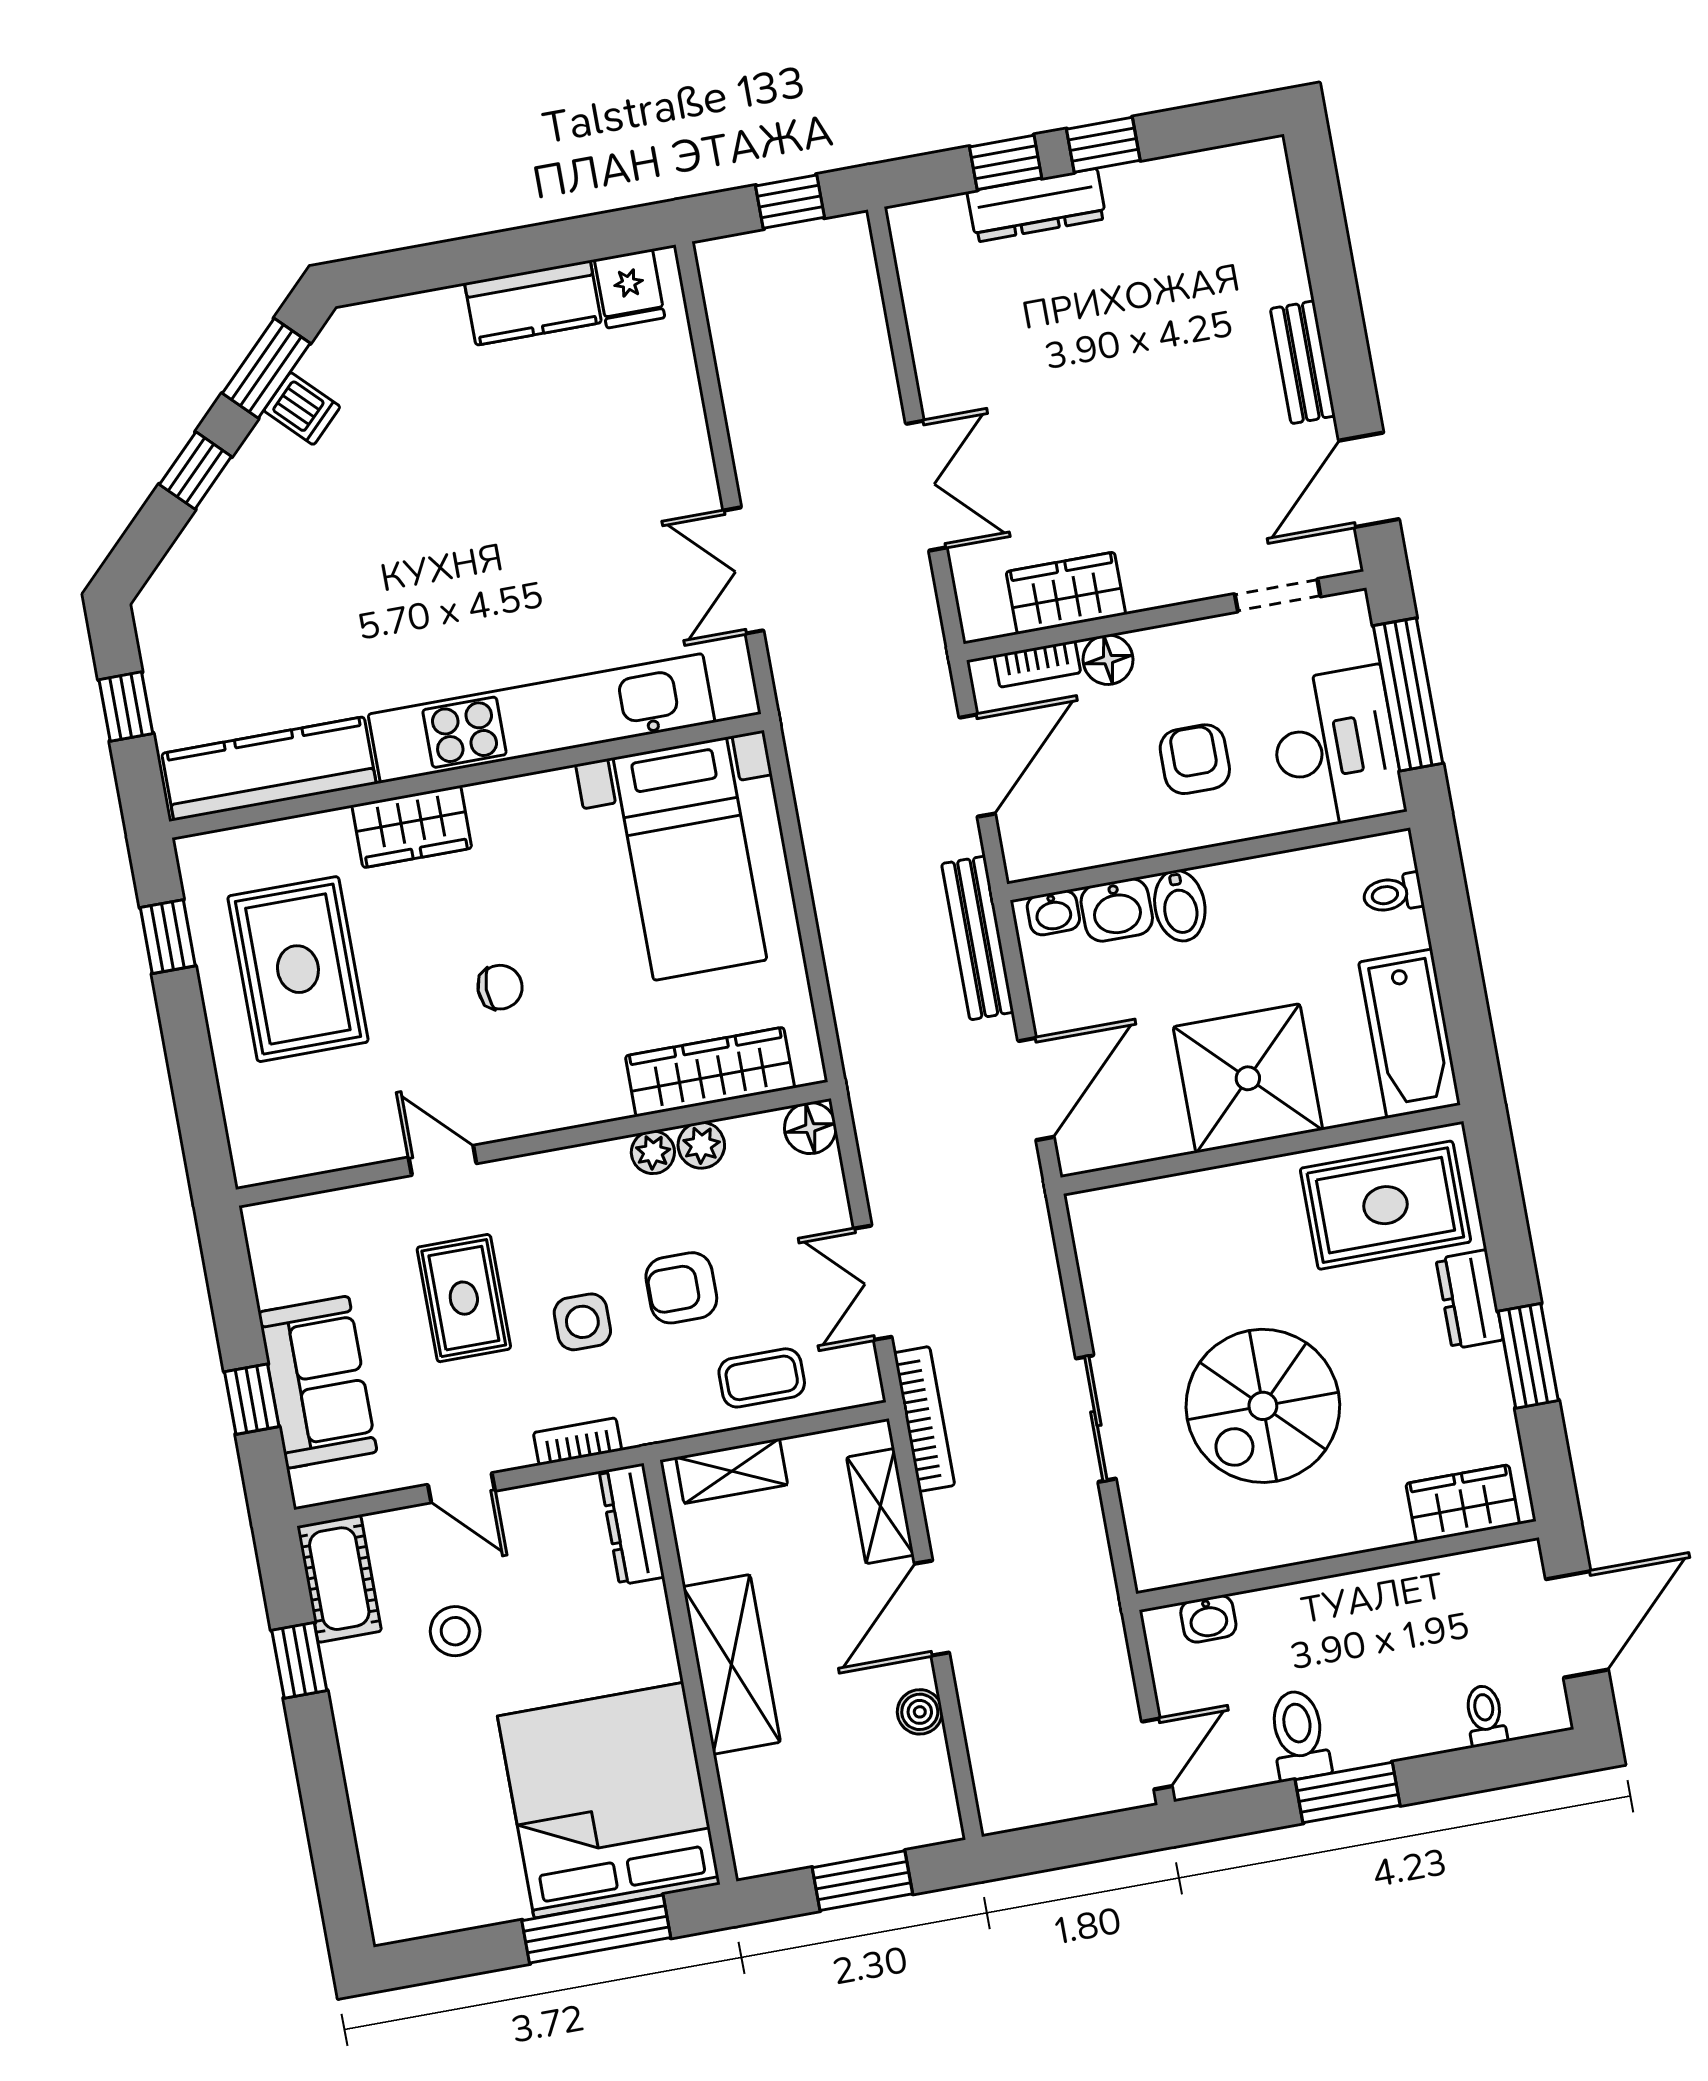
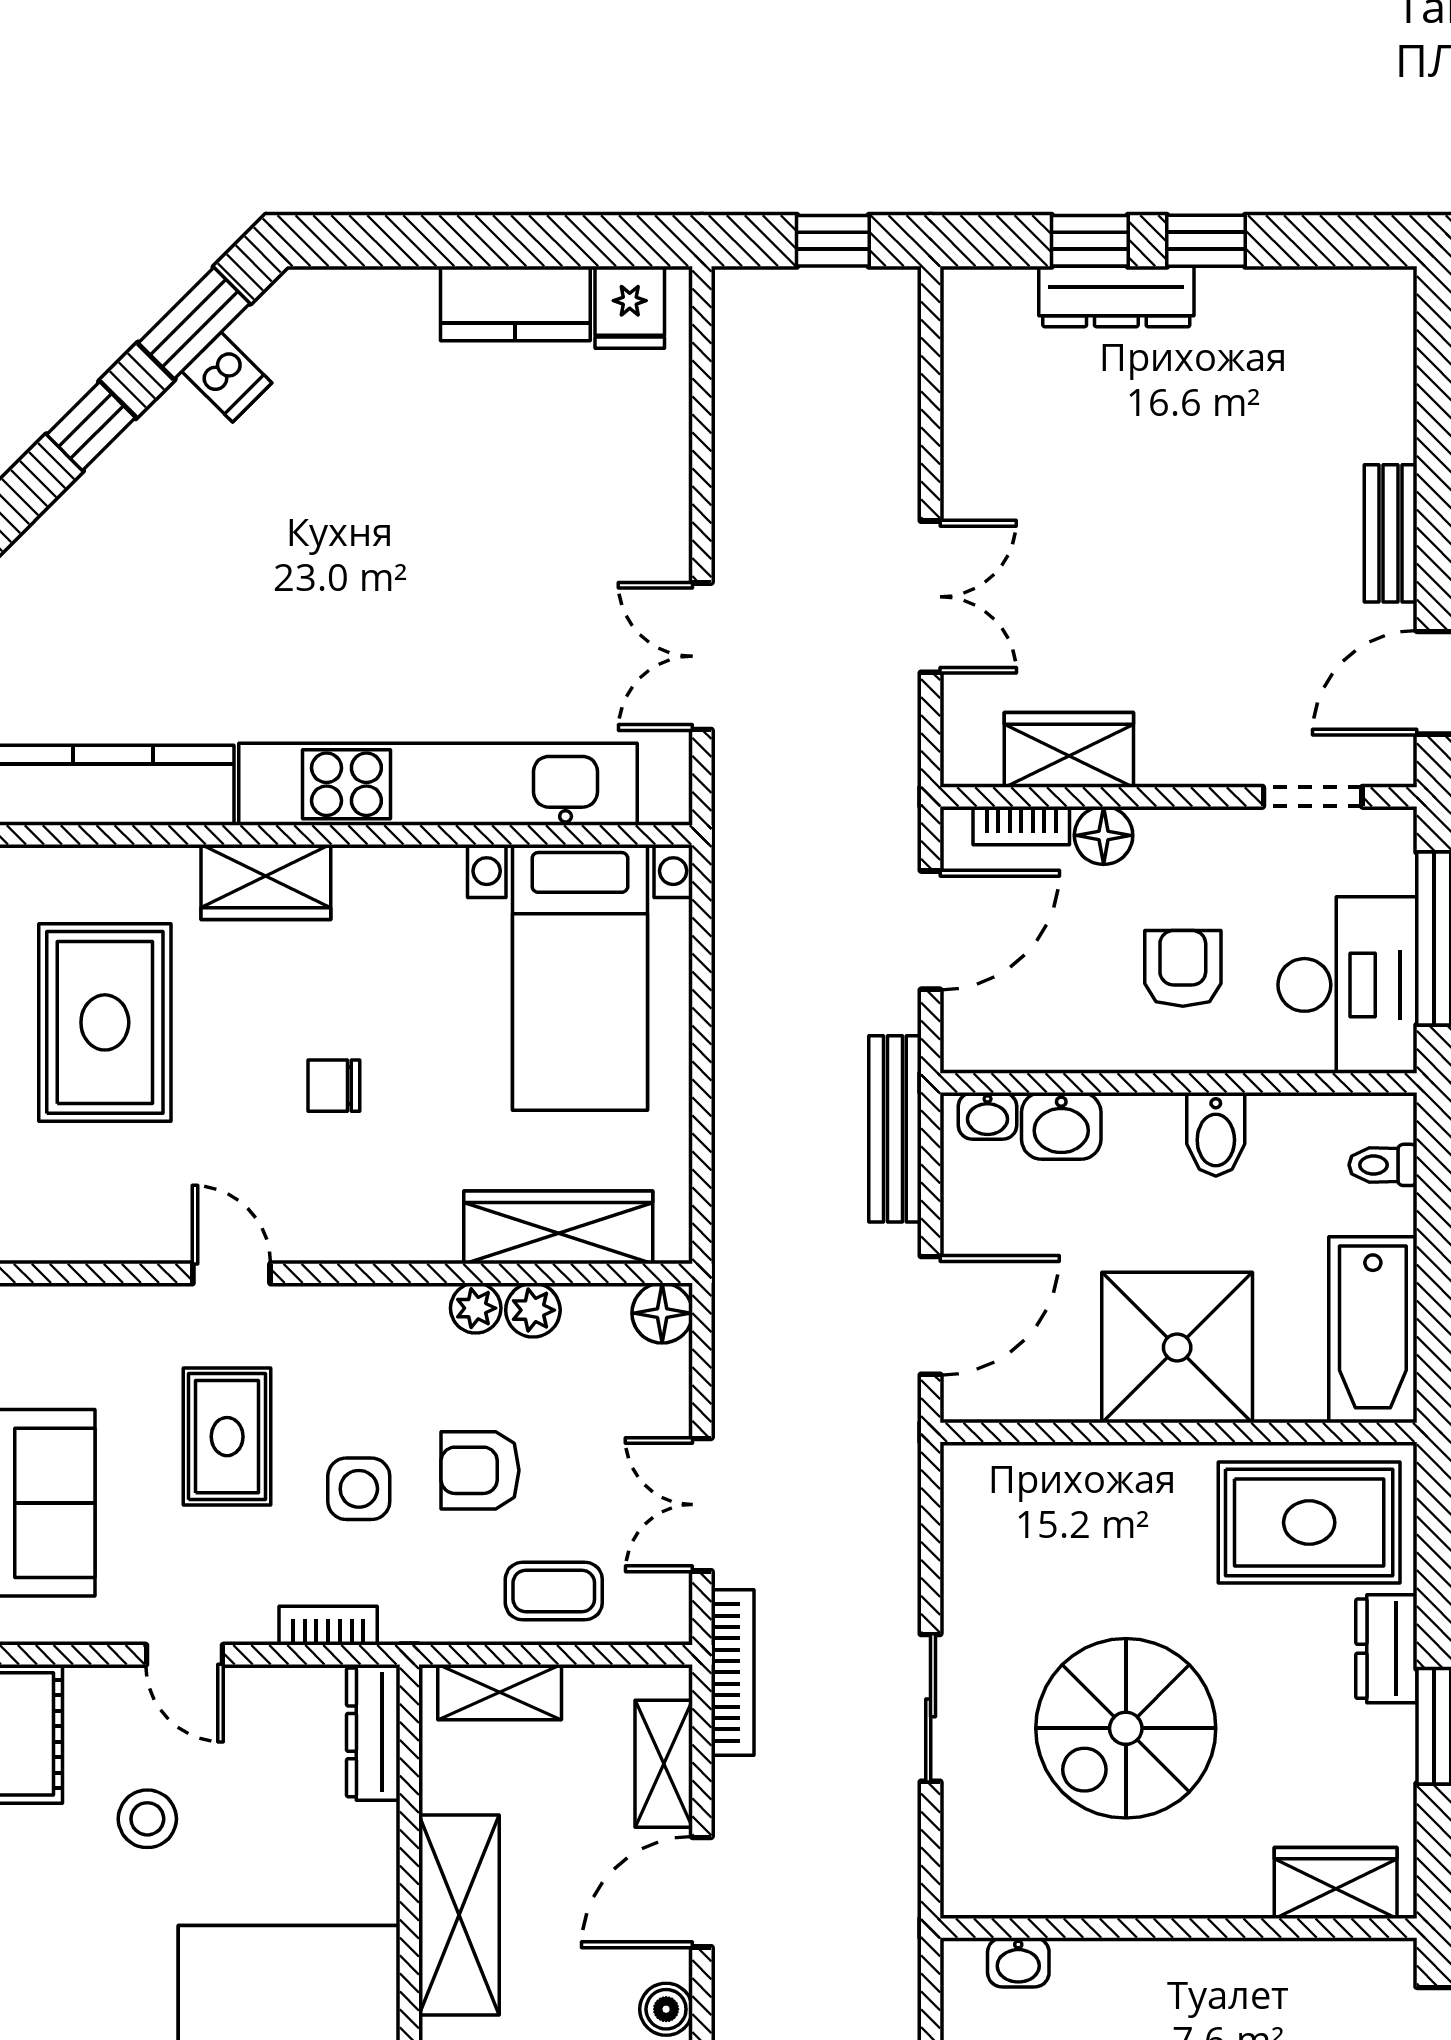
bidet: (1180, 906) -> (1216, 1134), moved
chair: (500, 987) -> (334, 1086), turned 180

